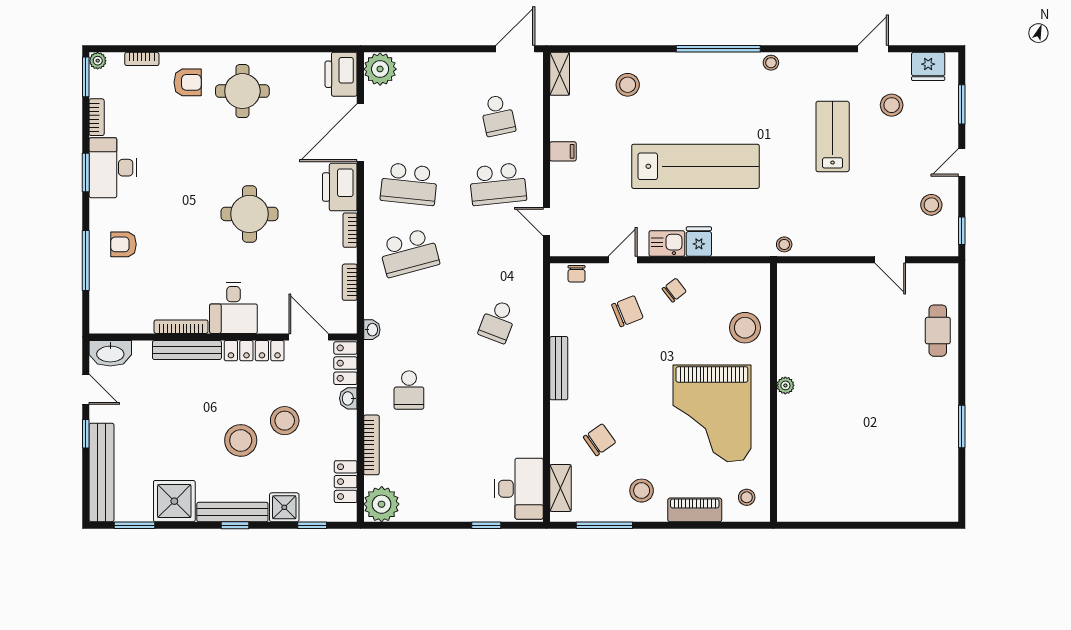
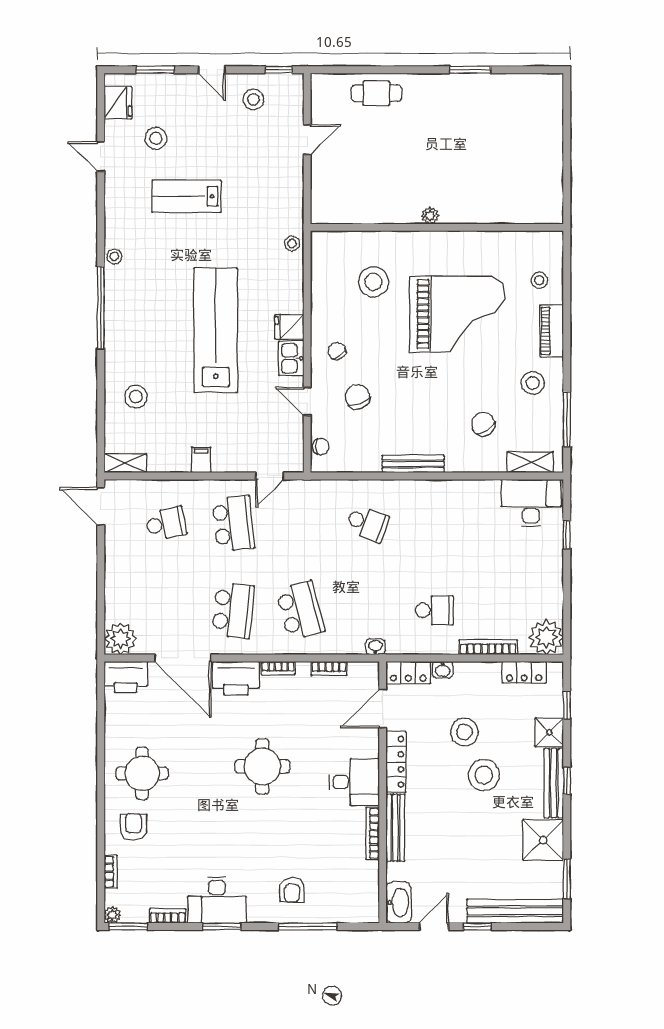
plant: (785, 385) -> (430, 216), moved
wall: (773, 393) -> (437, 227), moved

